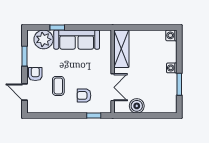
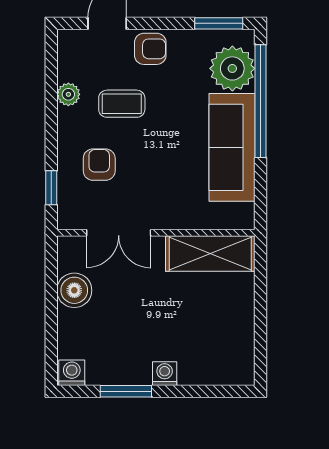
window: (57, 28) -> (261, 101), width x3.17
washing machine: (171, 35) -> (72, 373), moved
window: (25, 56) -> (219, 23), moved
plant: (54, 108) -> (68, 94), added

